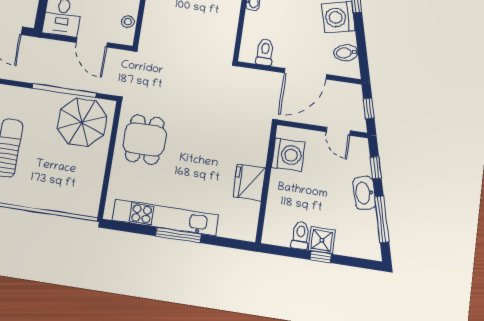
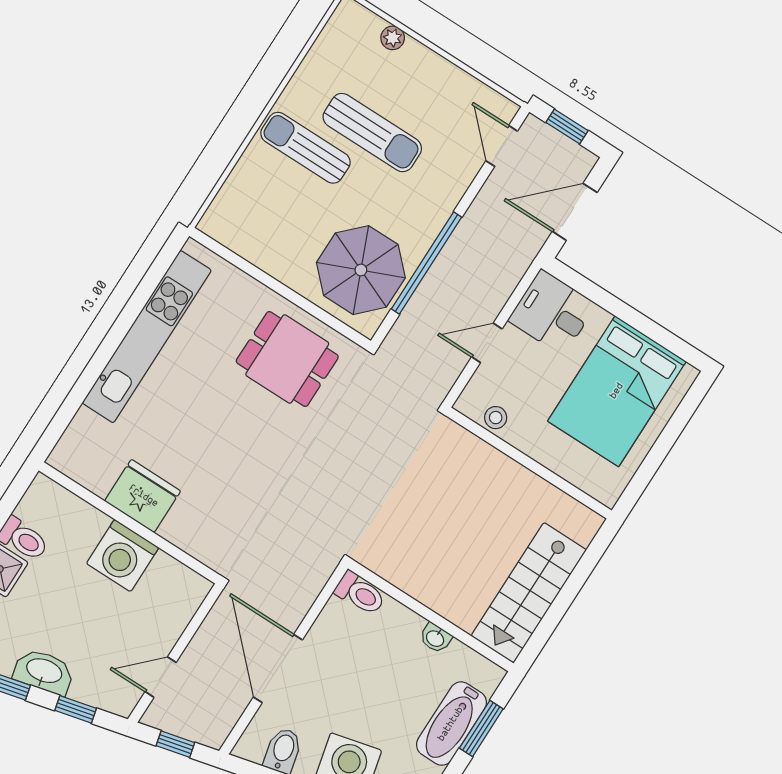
door: (92, 43) -> (487, 343), width x0.73
toilet: (265, 52) -> (360, 593), moved
washing machine: (288, 155) -> (123, 555), moved
sun lounger: (31, 179) -> (305, 148), added
window: (178, 235) -> (110, 345), removed

